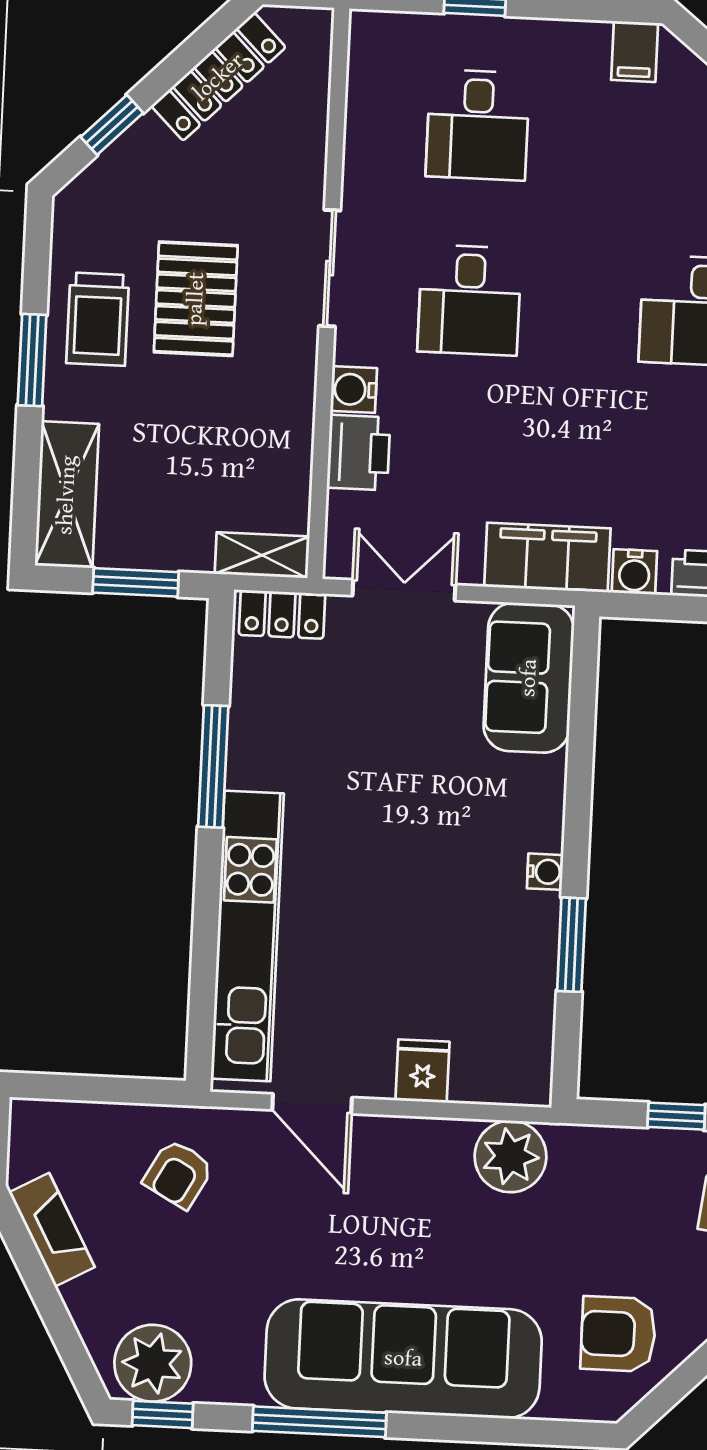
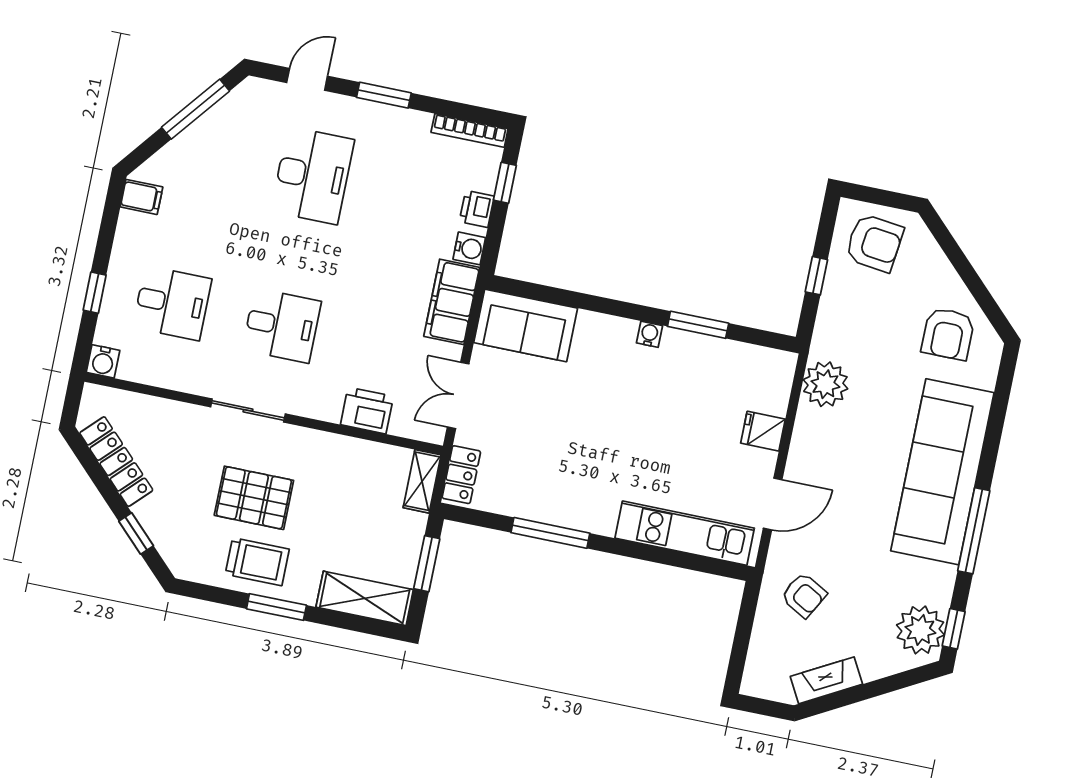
water cooler: (354, 389) -> (103, 361), moved
kitchen unit: (247, 936) -> (685, 533), width x0.73

